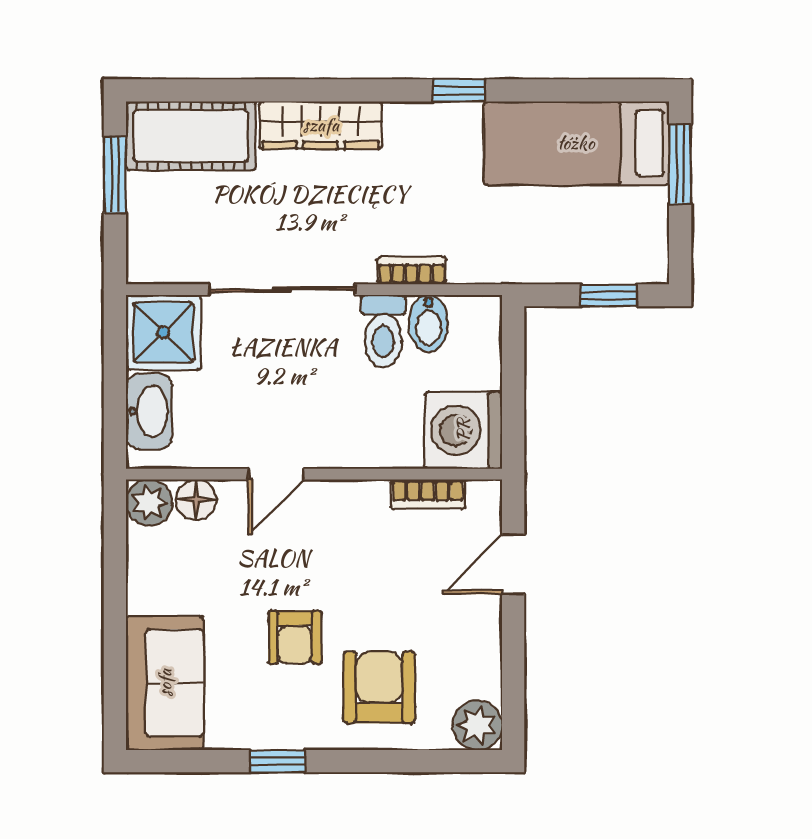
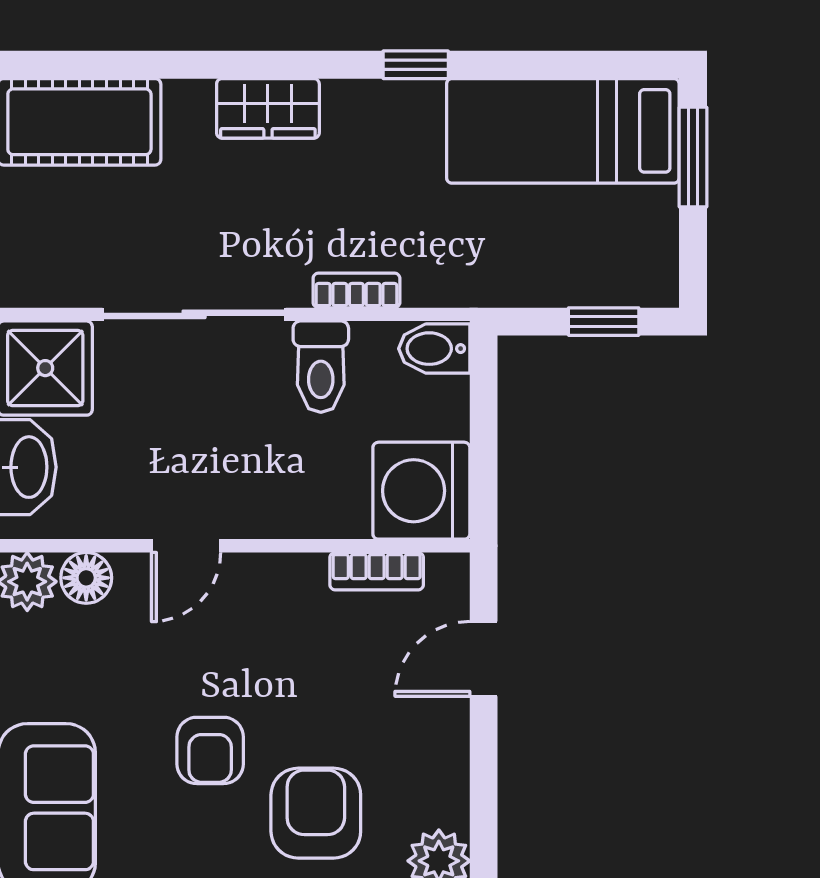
wardrobe: (321, 125) -> (268, 108), width x0.67
bidet: (428, 323) -> (434, 349), moved, turned 90

